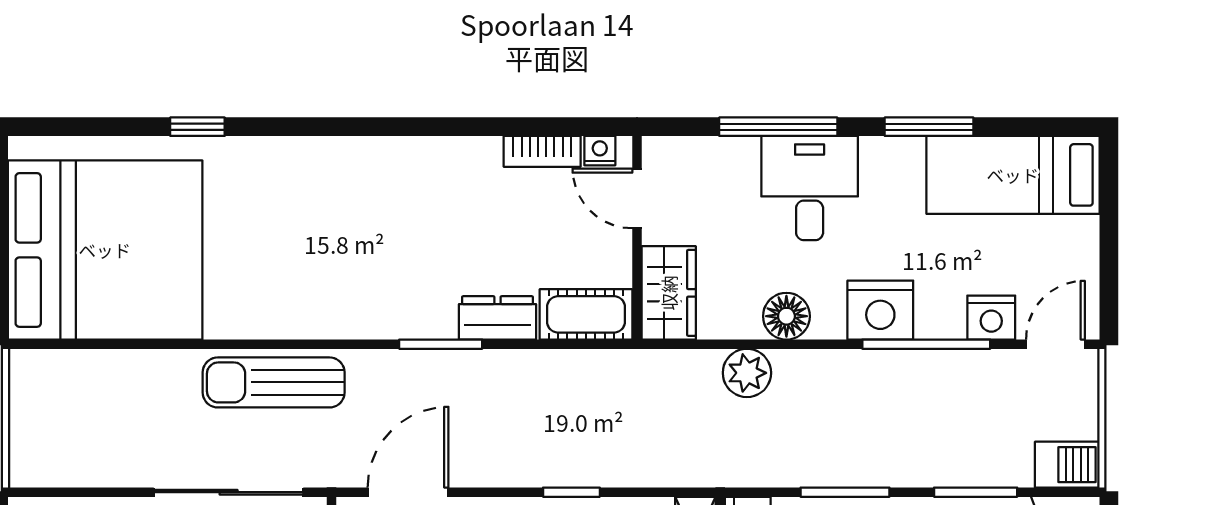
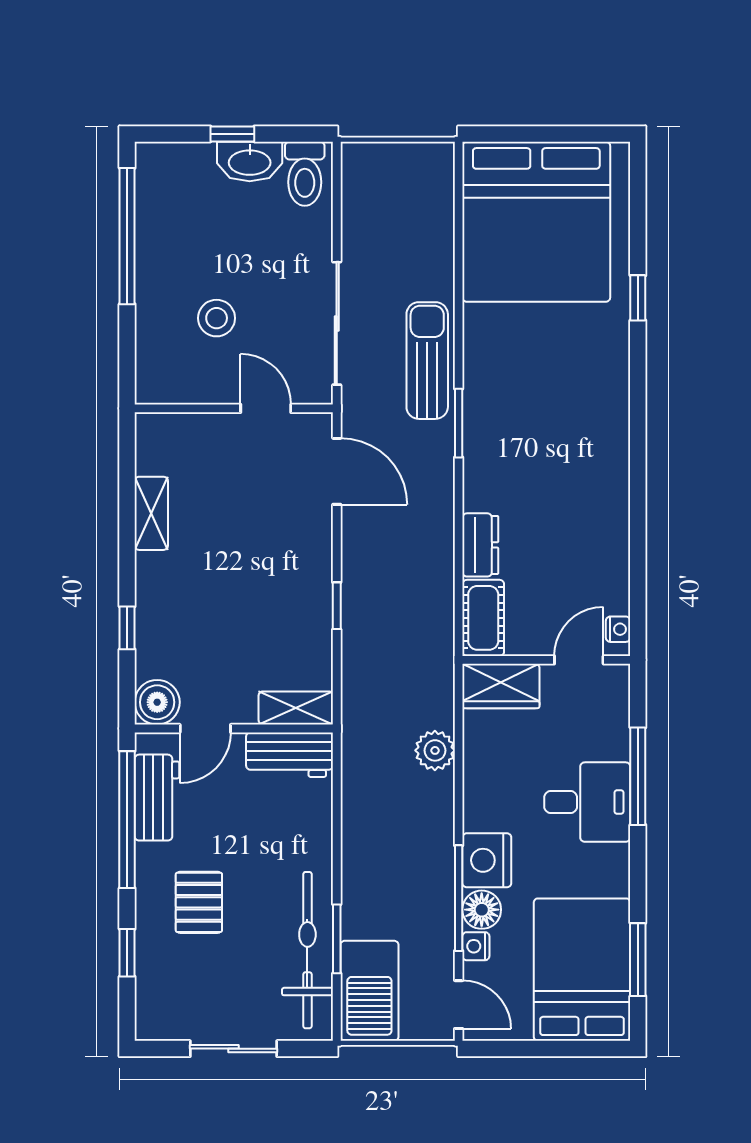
window: (929, 127) -> (638, 960), moved
bookcase: (542, 151) -> (617, 582), removed
bed: (1013, 175) -> (582, 970), width x1.50
floor lamp: (786, 316) -> (482, 910), moved
nightstand: (991, 318) -> (476, 946), width x0.72, depth x0.74
window: (441, 344) -> (459, 423), moved
barbecue: (1067, 465) -> (369, 991), width x1.88, depth x1.53
window: (845, 492) -> (337, 831), removed

